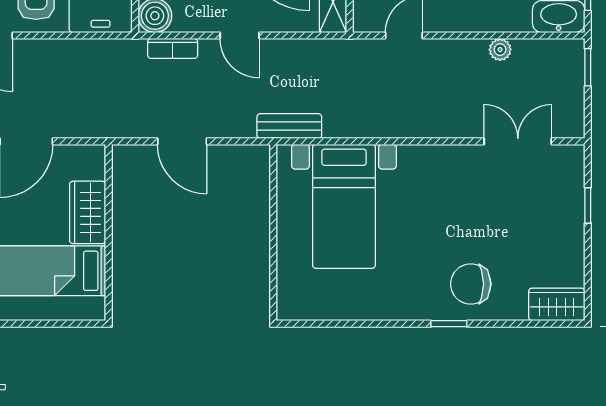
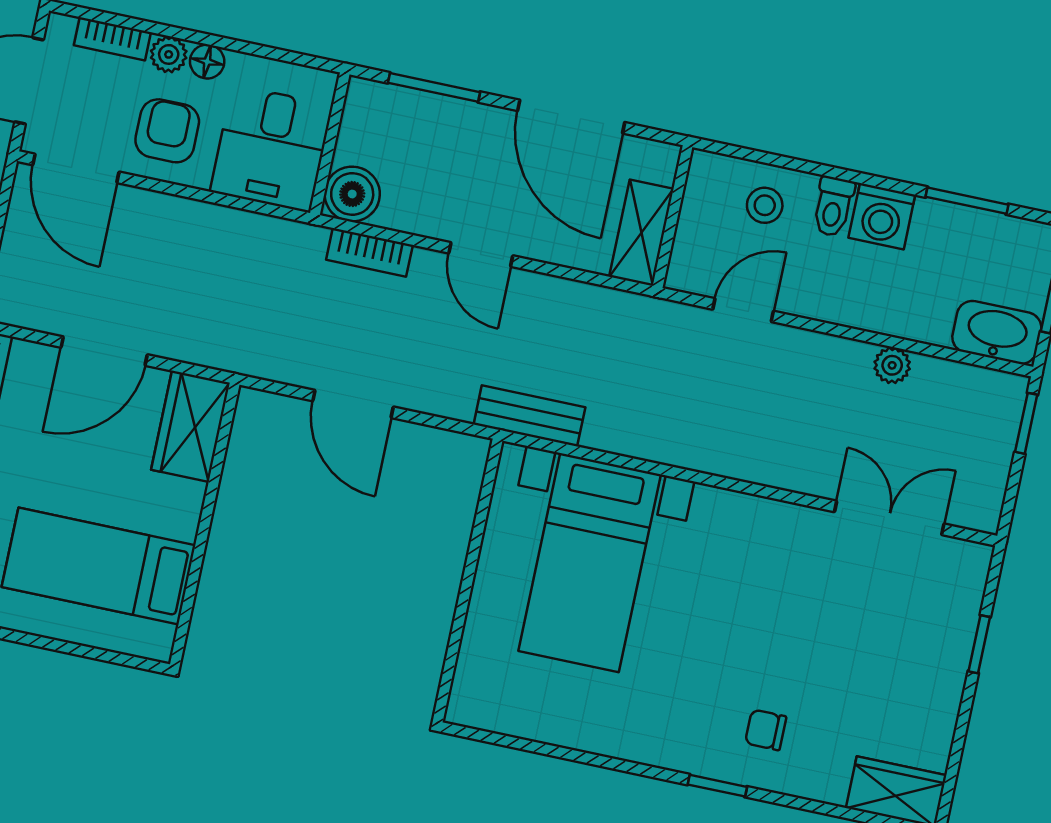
wardrobe: (88, 212) -> (190, 426), moved
chair: (471, 284) -> (766, 730), width x0.54, depth x0.54

